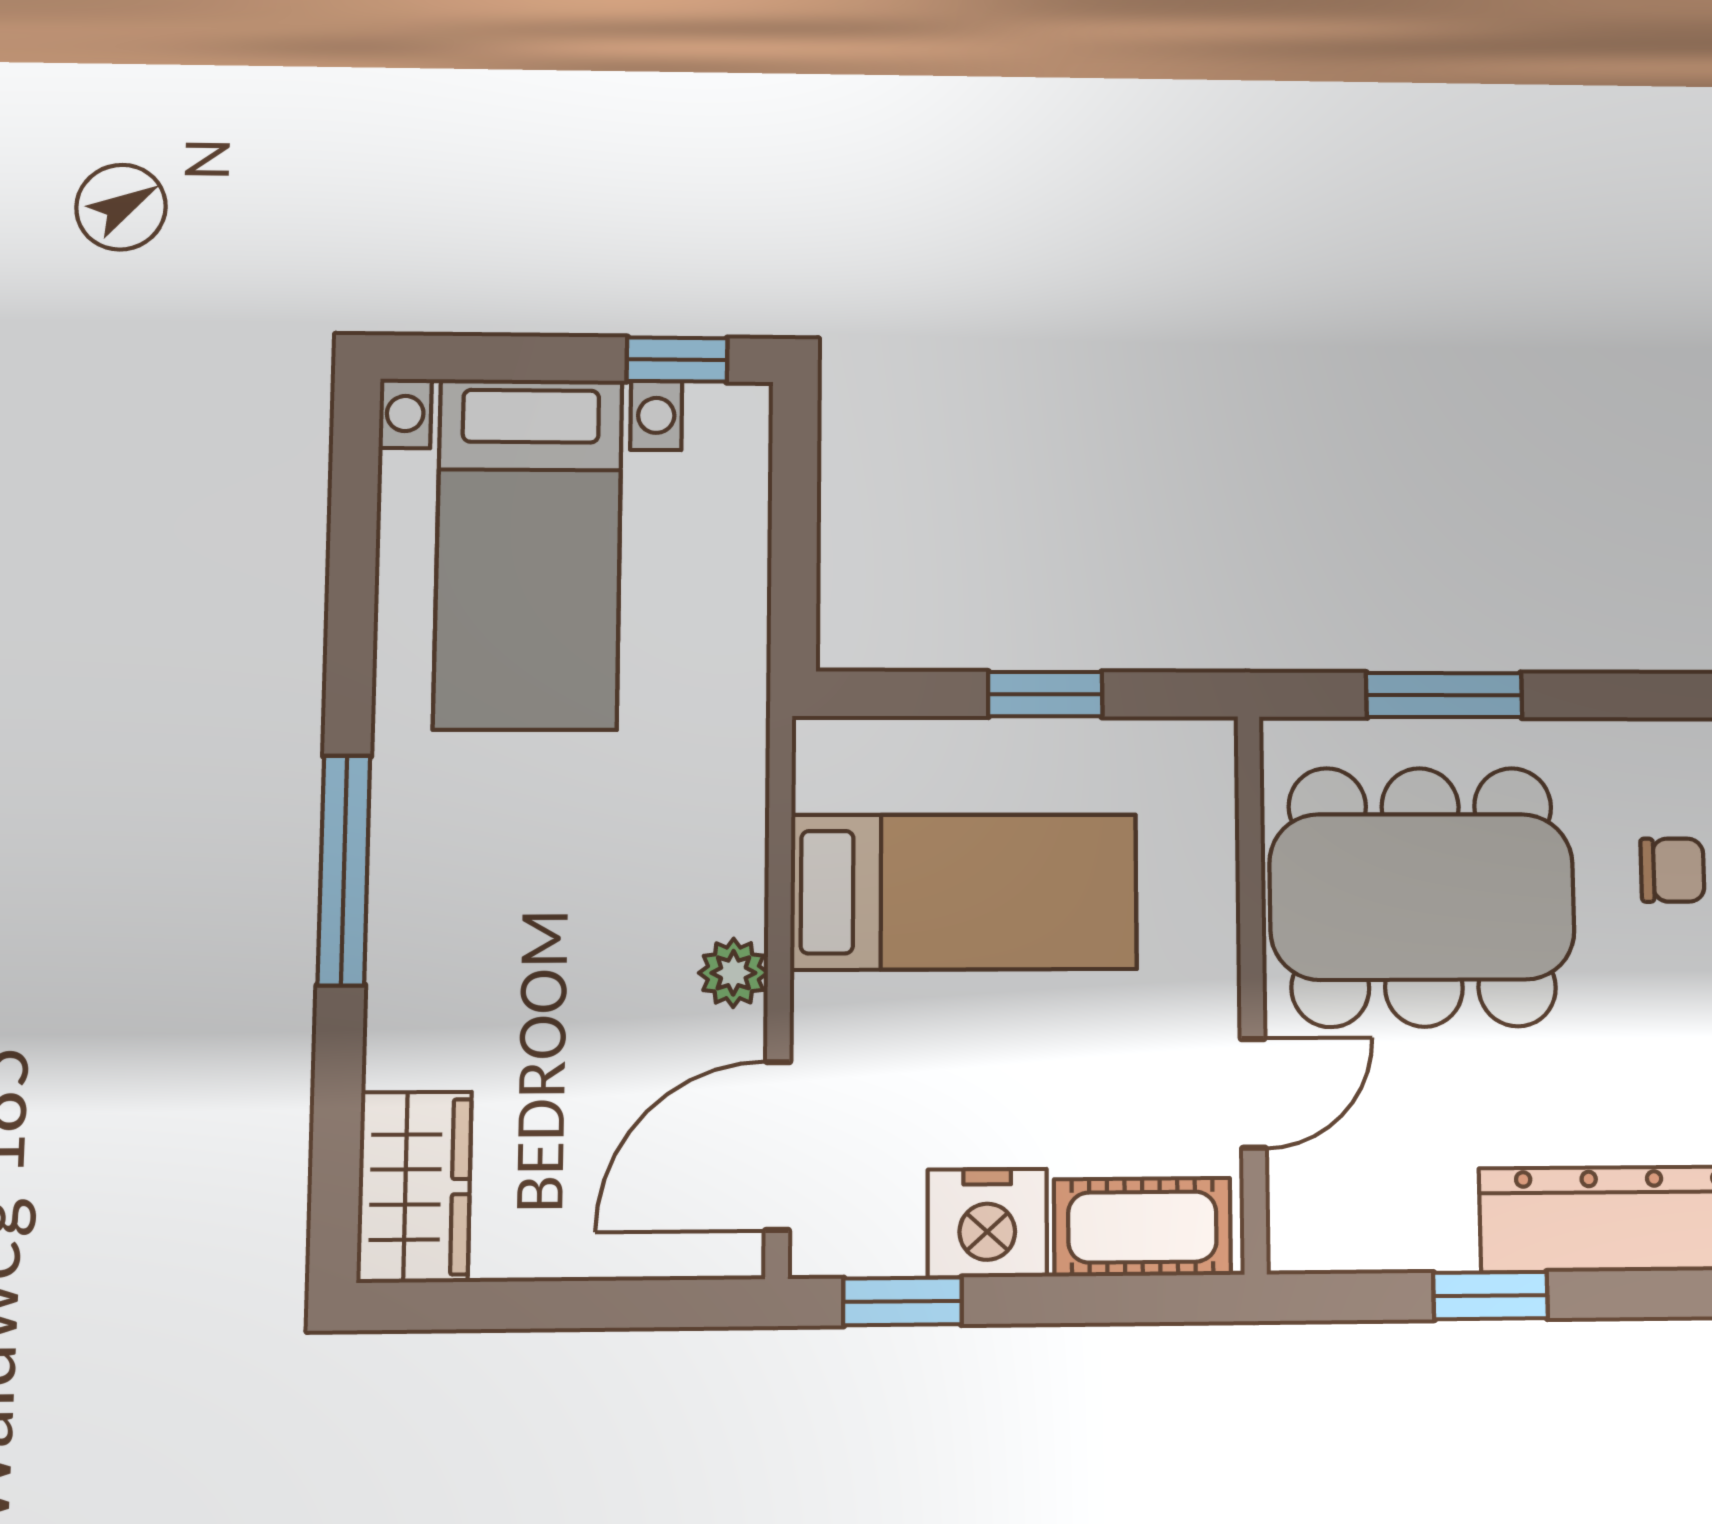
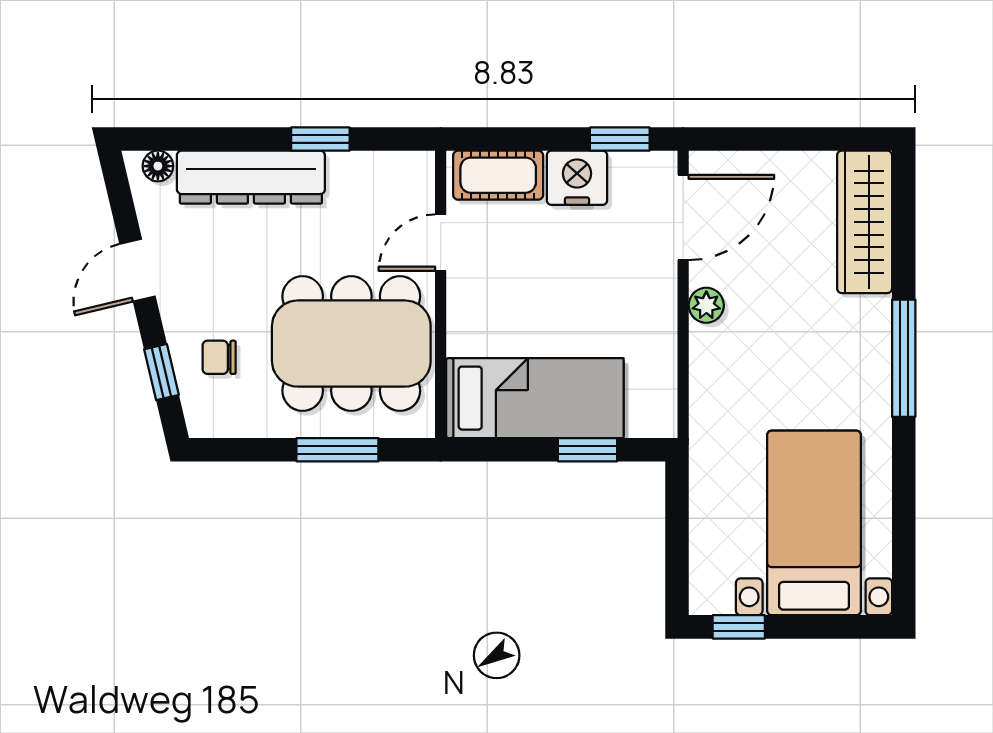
window: (1045, 694) -> (588, 450), moved
bed: (964, 892) -> (535, 398), moved, turned 180
wardrobe: (414, 1187) -> (865, 222), width x1.50

